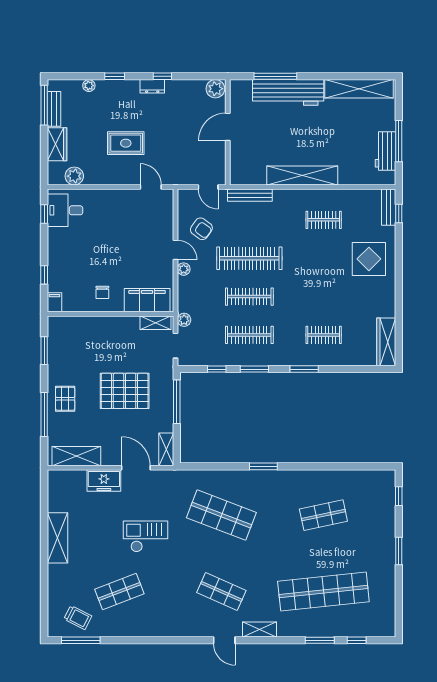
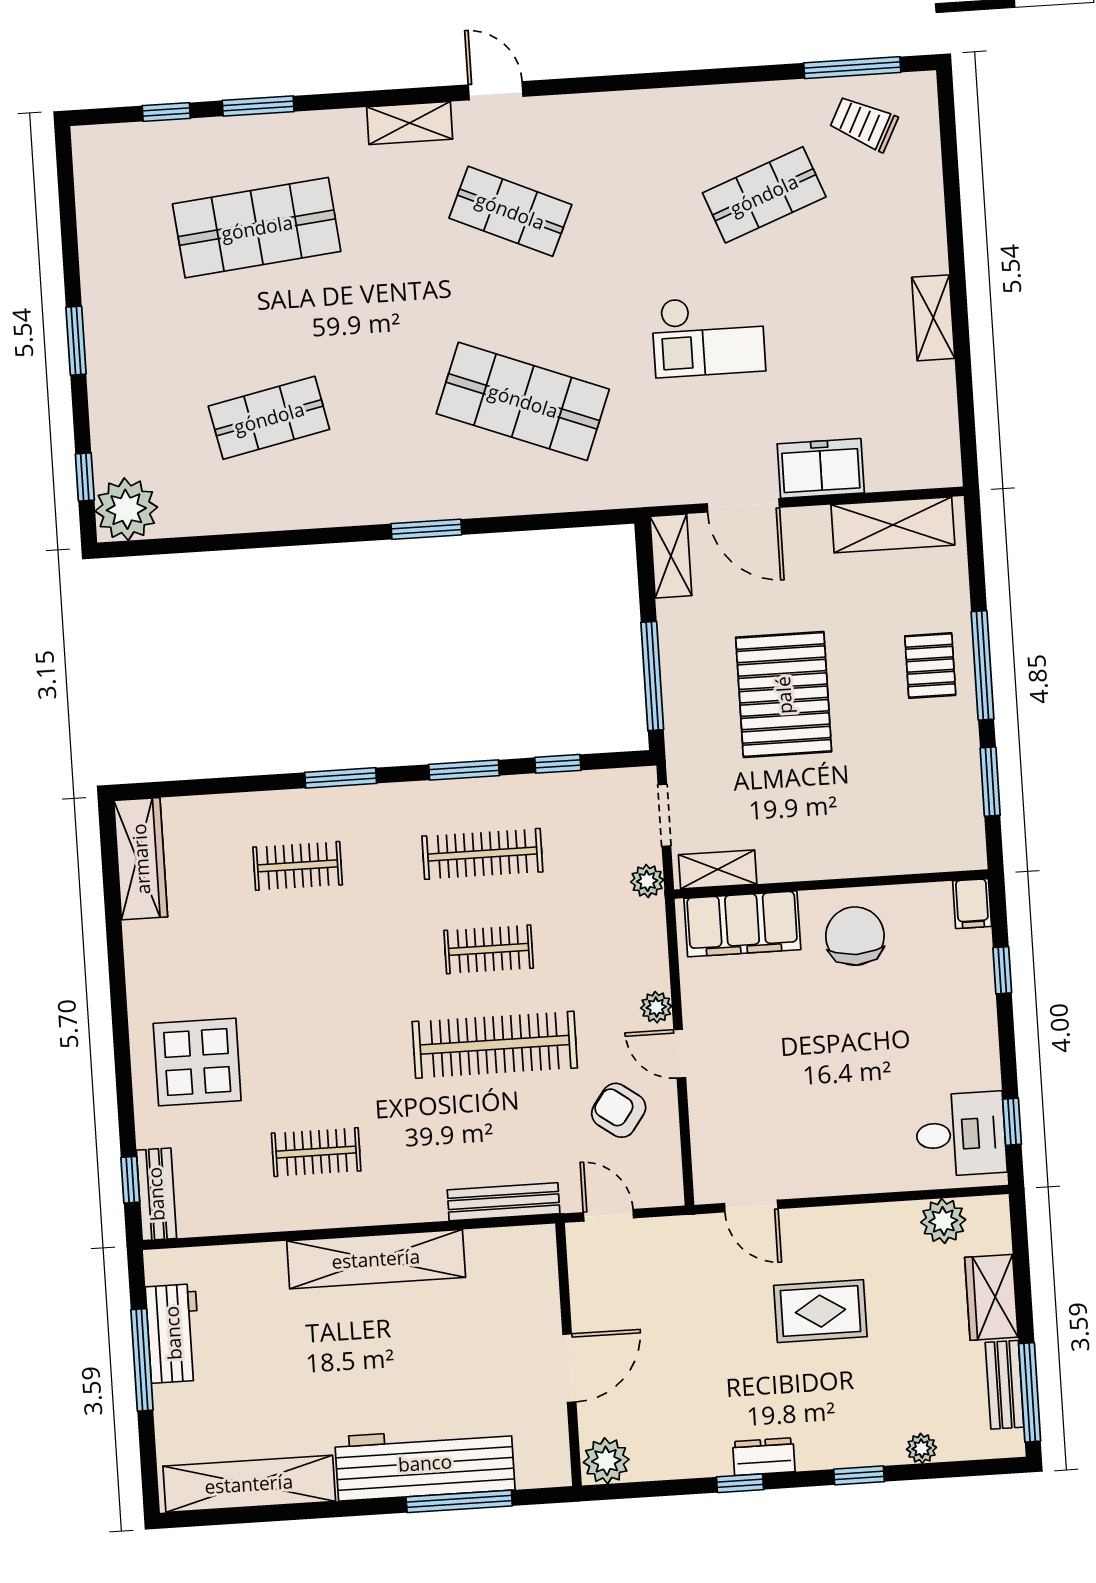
chair: (102, 292) -> (855, 936), width x1.87, depth x1.87
clothes rail: (249, 297) -> (489, 949), width x0.73
pallet: (125, 391) -> (784, 695), turned 90
window: (44, 414) -> (983, 665), moved
plant: (383, 482) -> (126, 509), added
shelving: (57, 538) -> (933, 318), width x0.67, depth x0.75
shop shelf: (323, 592) -> (257, 228), width x0.71

